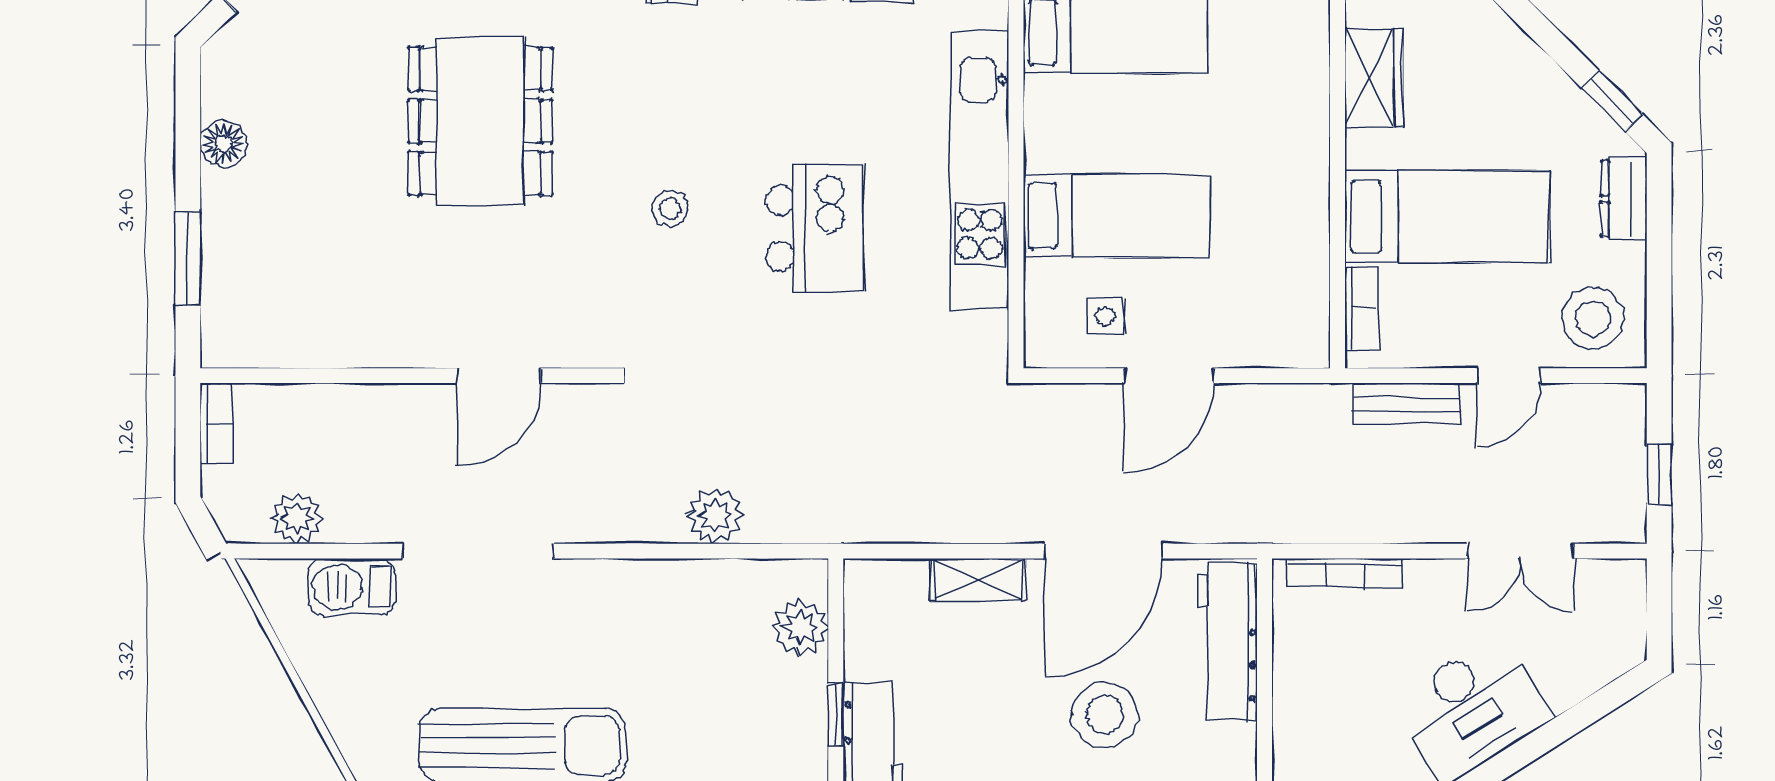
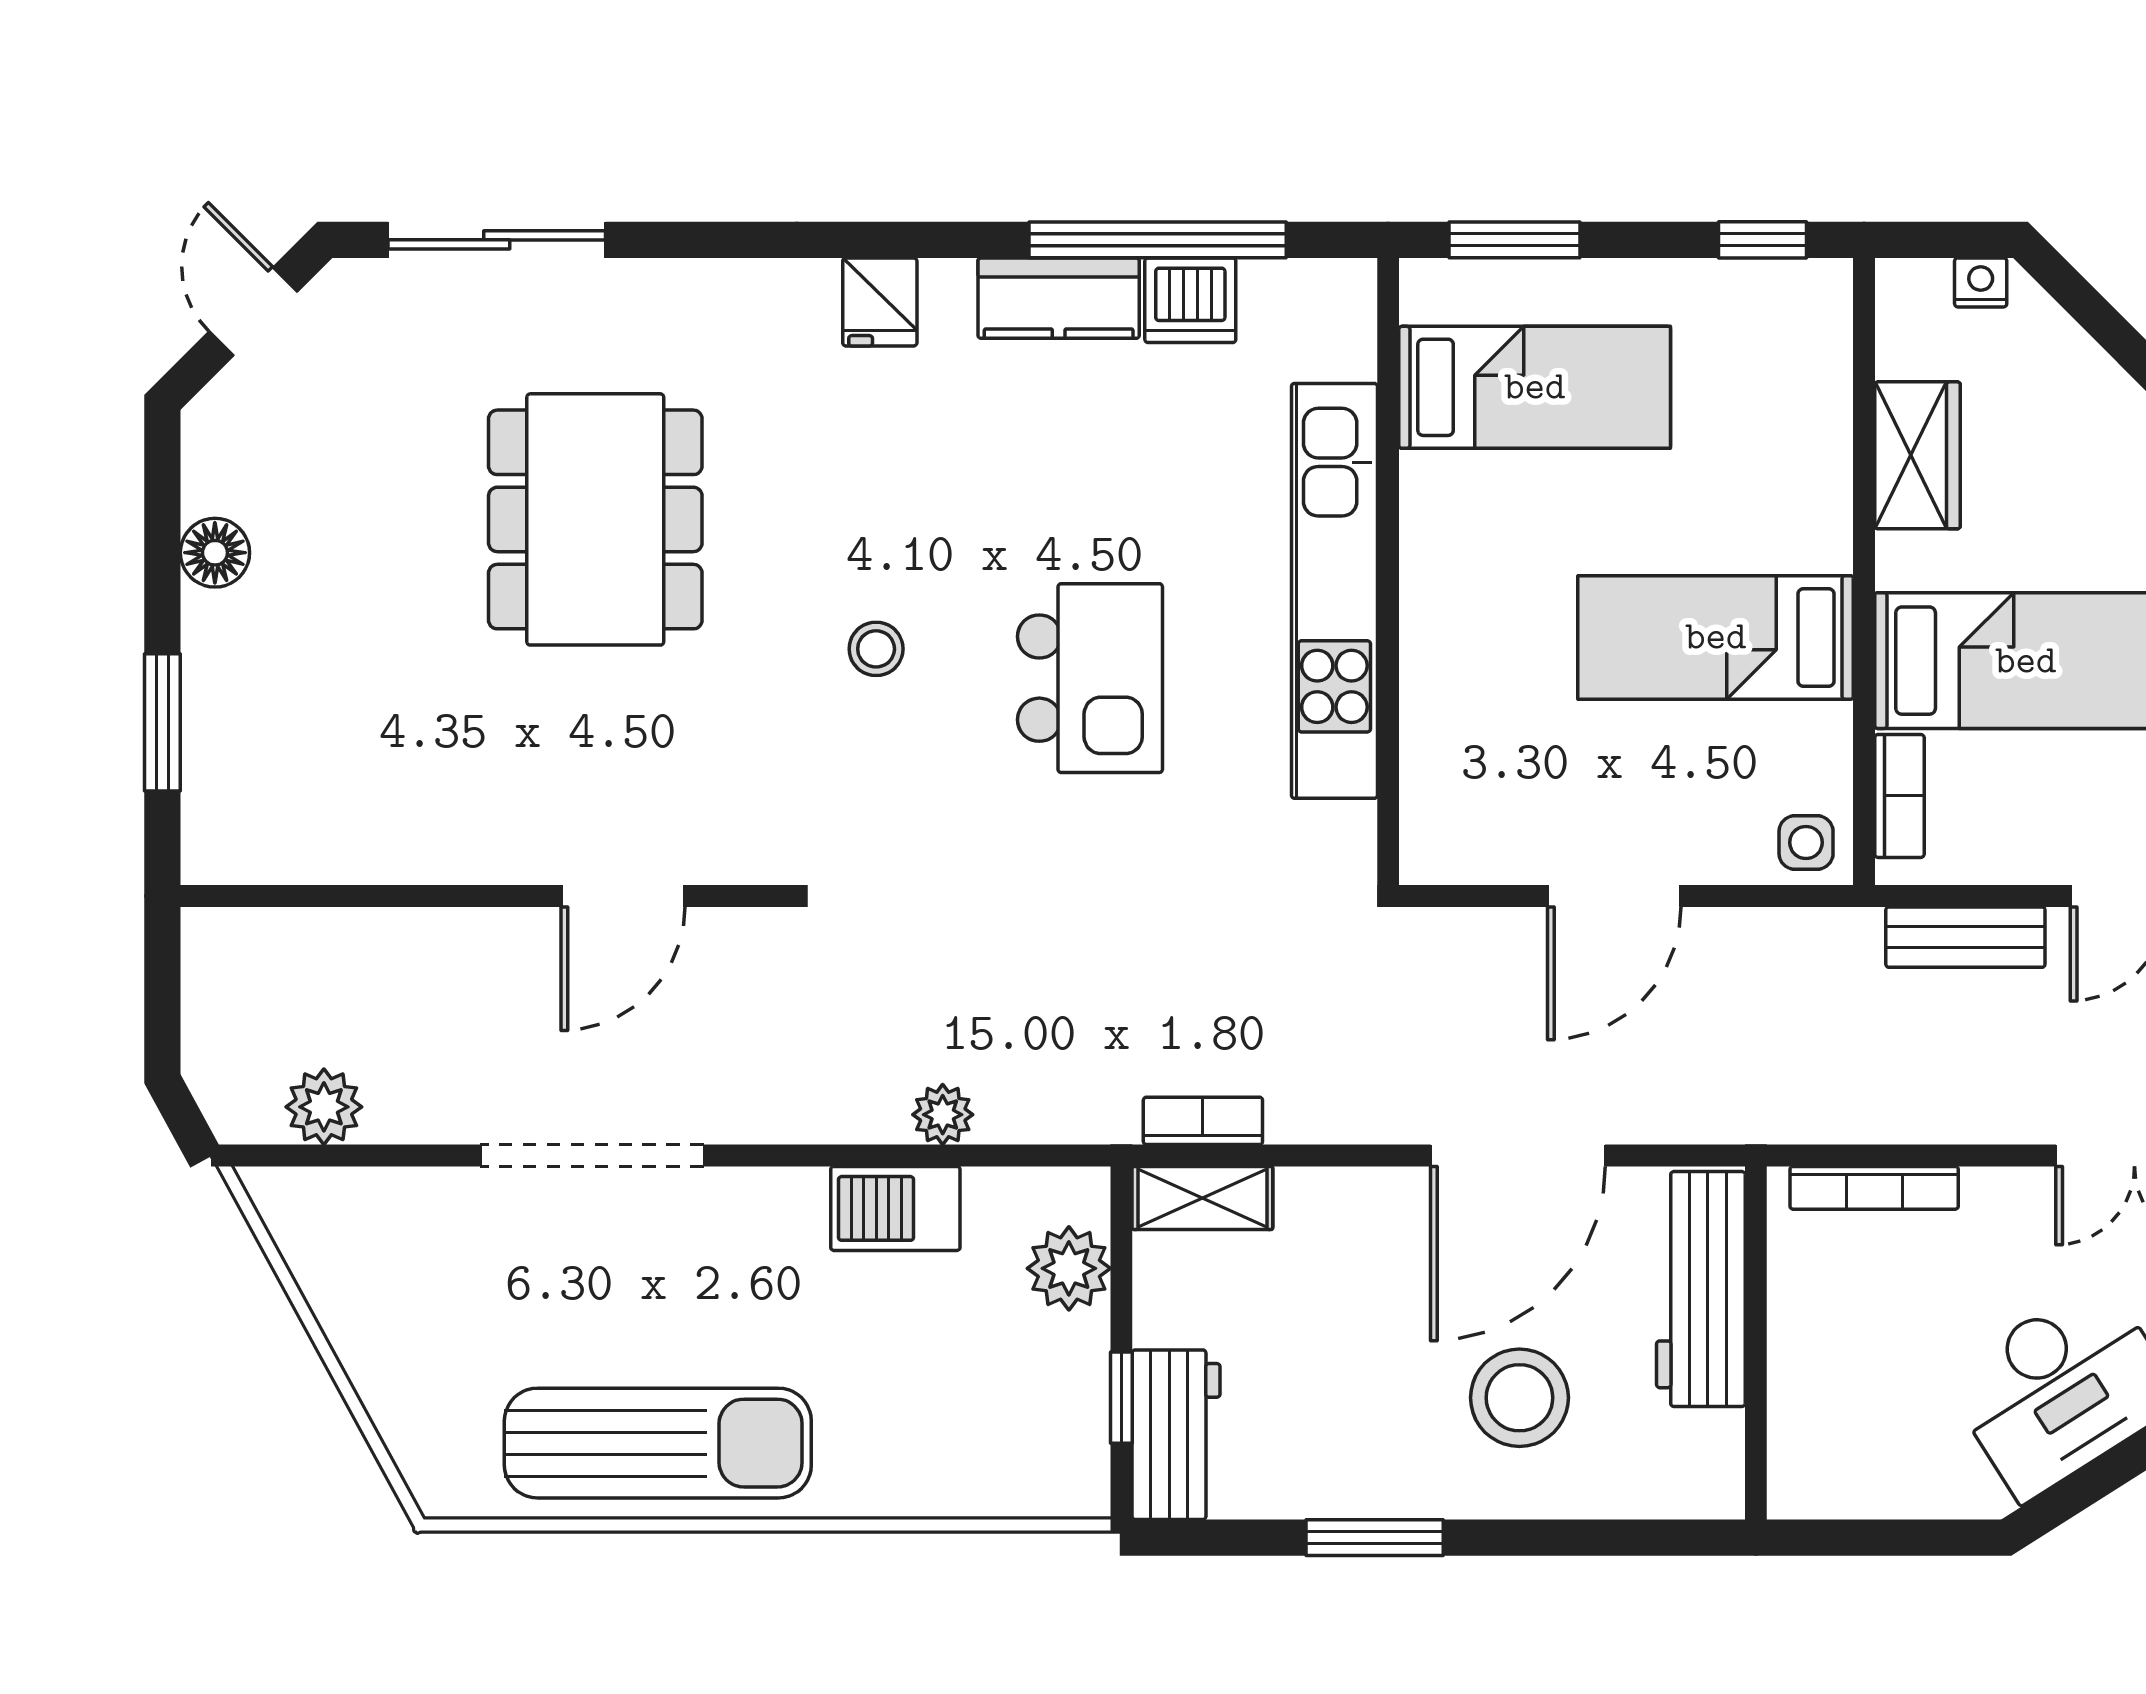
bed: (1116, 216) -> (1716, 637), moved, turned 180
side table: (1105, 316) -> (1806, 842), moved
bookcase: (216, 423) -> (1203, 1121), moved, turned -90
plant: (715, 516) -> (943, 1115), width x0.73, depth x0.73
shelving: (978, 580) -> (1202, 1198), moved
barbecue: (352, 587) -> (895, 1208), moved

